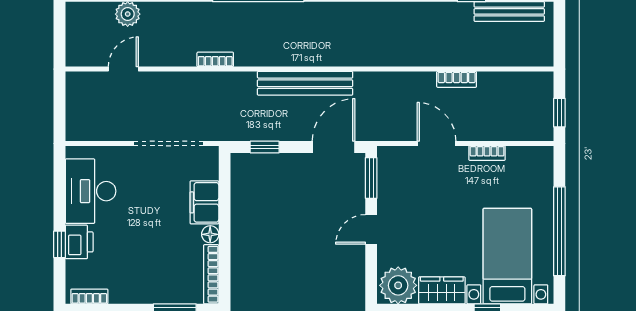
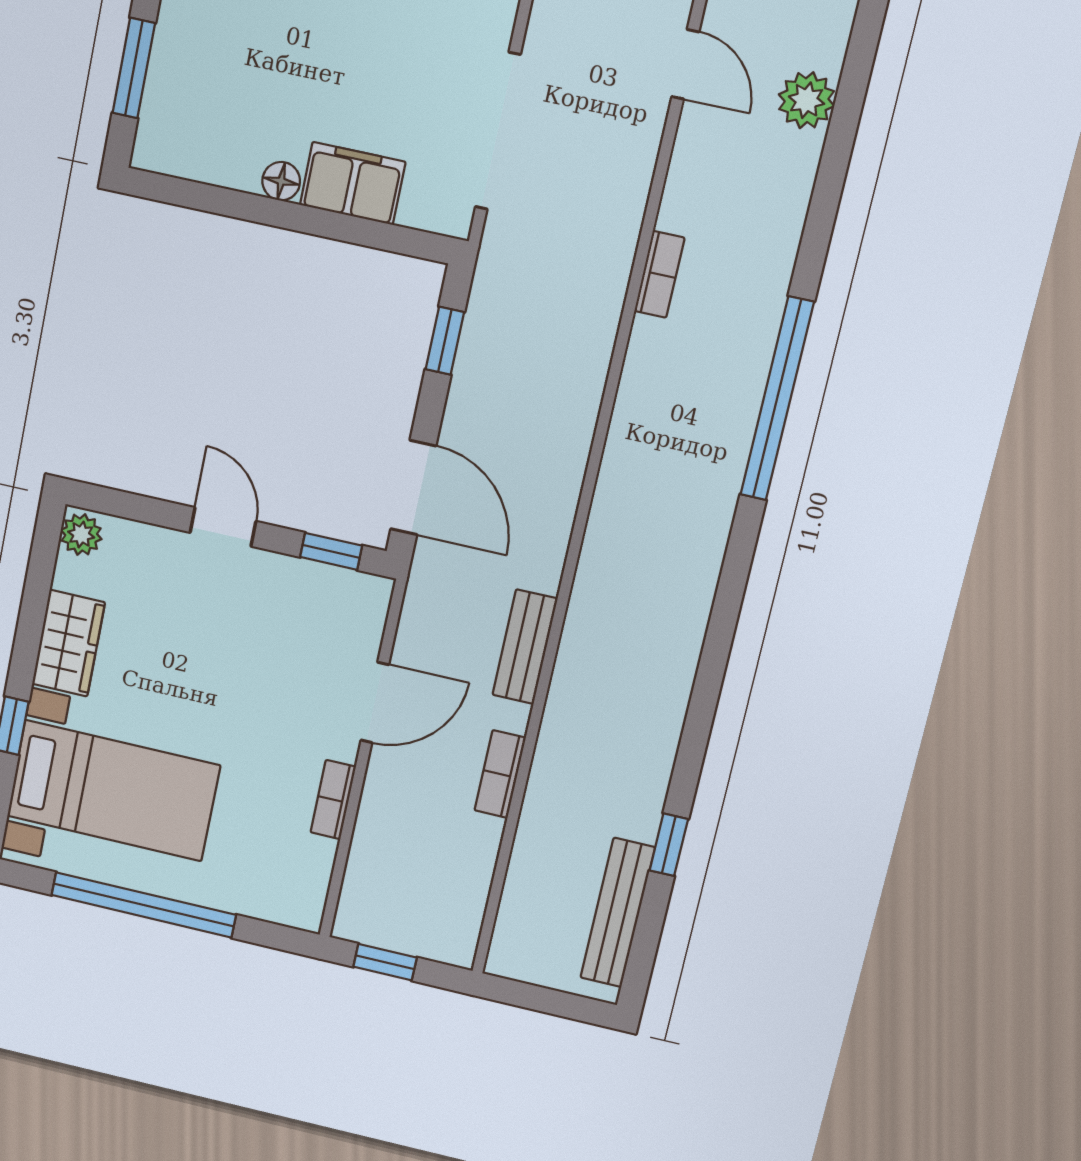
bench: (305, 83) -> (525, 647), moved, width x0.54, depth x0.82
window: (371, 178) -> (331, 551), width x0.67
bookcase: (211, 274) -> (195, 165), removed
plant: (398, 285) -> (81, 535), width x0.53, depth x0.53

